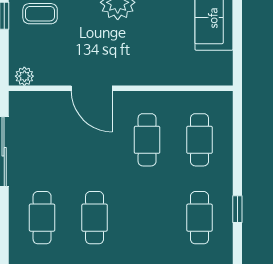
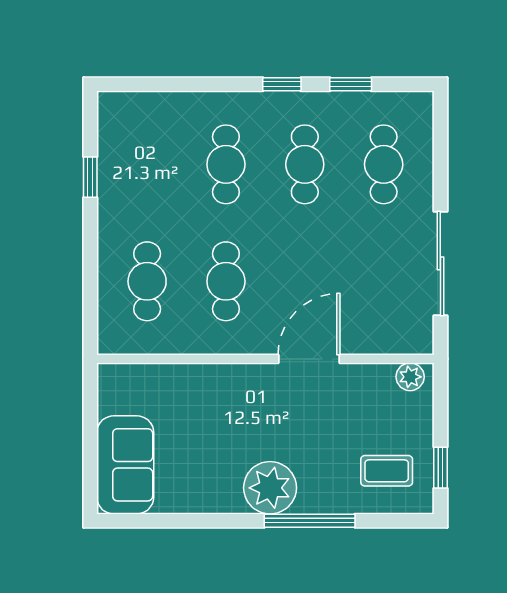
door: (92, 88) -> (309, 359), hinge flipped
cafe table: (200, 218) -> (226, 164), moved

